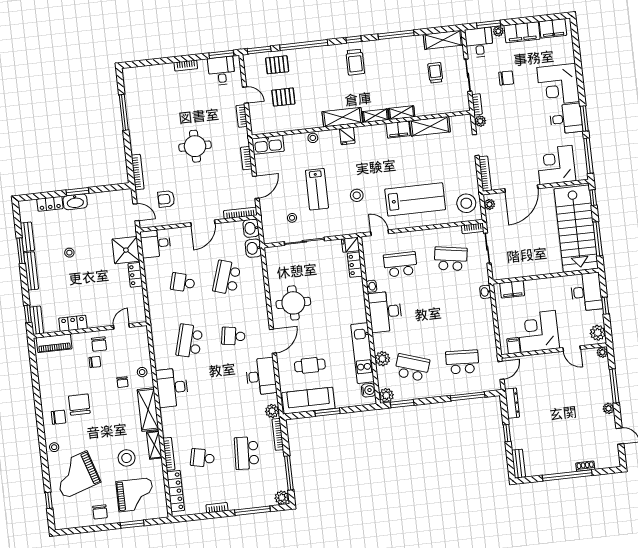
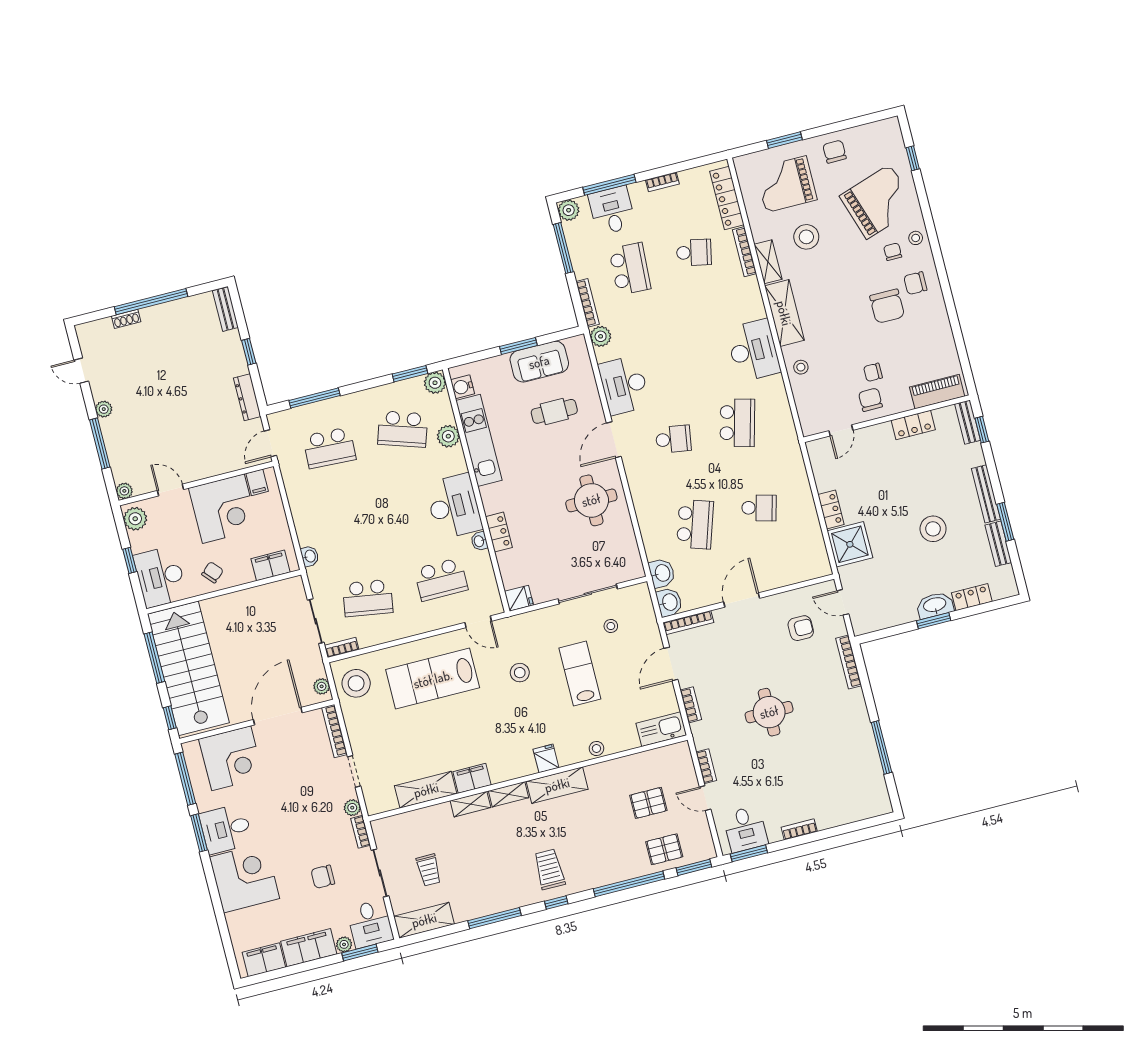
desk: (156, 243) -> (612, 210), moved, turned -90
stool: (69, 253) -> (933, 529), width x1.89, depth x1.89
locker: (355, 265) -> (499, 532), moved
chair: (551, 290) -> (213, 572), added
chair: (122, 382) -> (893, 252), moved
sofa: (308, 401) -> (539, 362), width x0.73

